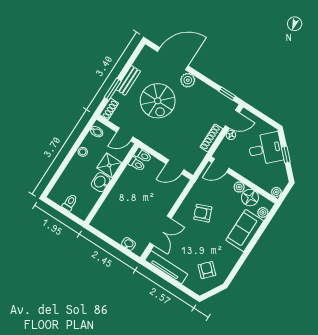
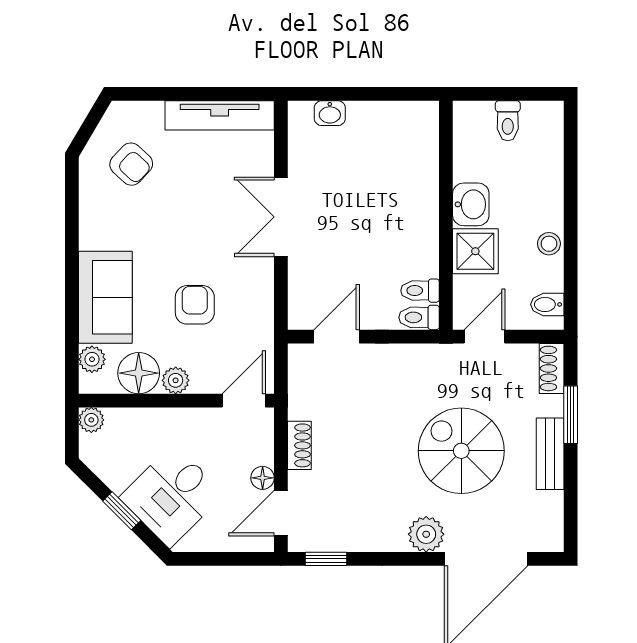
shoe rack: (211, 138) -> (299, 445), width x0.70
armchair: (203, 213) -> (195, 305), moved, turned -68
double door: (161, 231) -> (281, 217), moved

